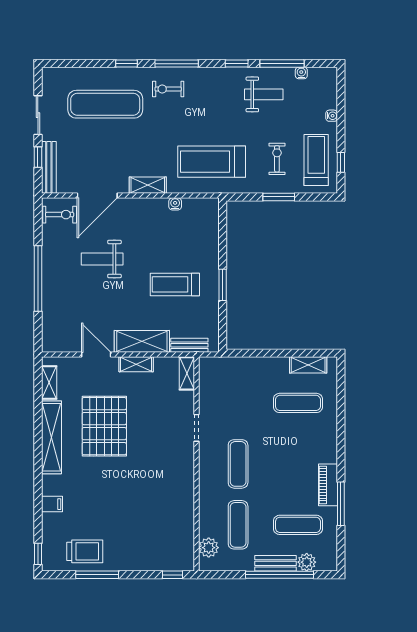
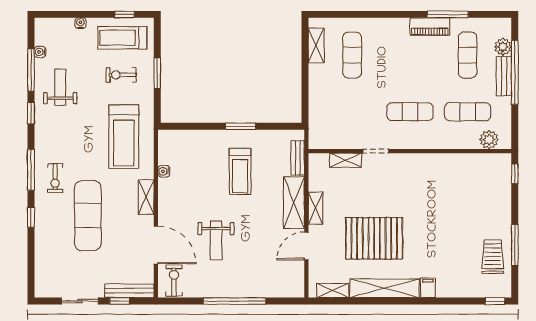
exercise mat: (105, 104) -> (88, 216), moved
shelving: (187, 373) -> (345, 160), moved
filing cabinet: (52, 504) -> (428, 288), moved

